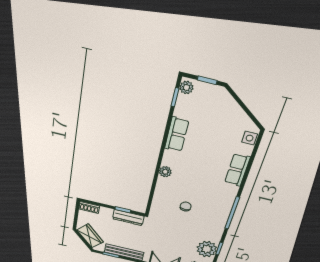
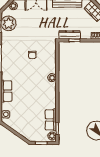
row of seats: (177, 134) -> (51, 120), moved

